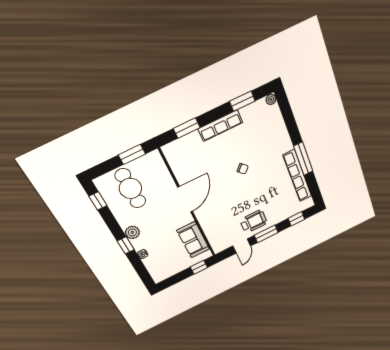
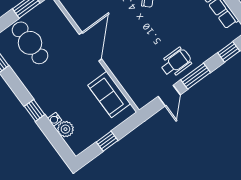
plant: (132, 232) -> (65, 129), moved
window: (199, 267) -> (107, 141), moved

